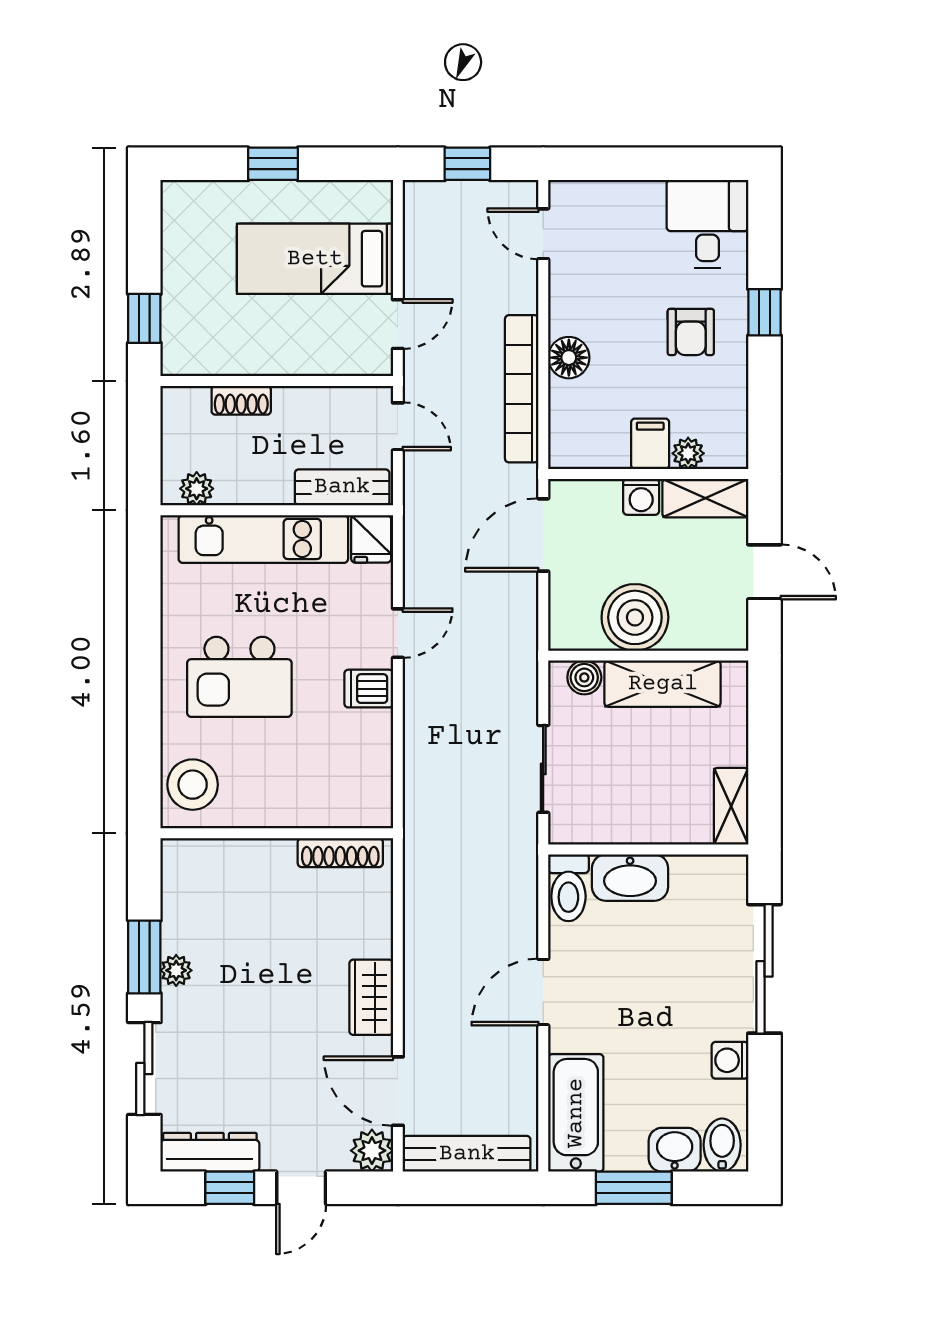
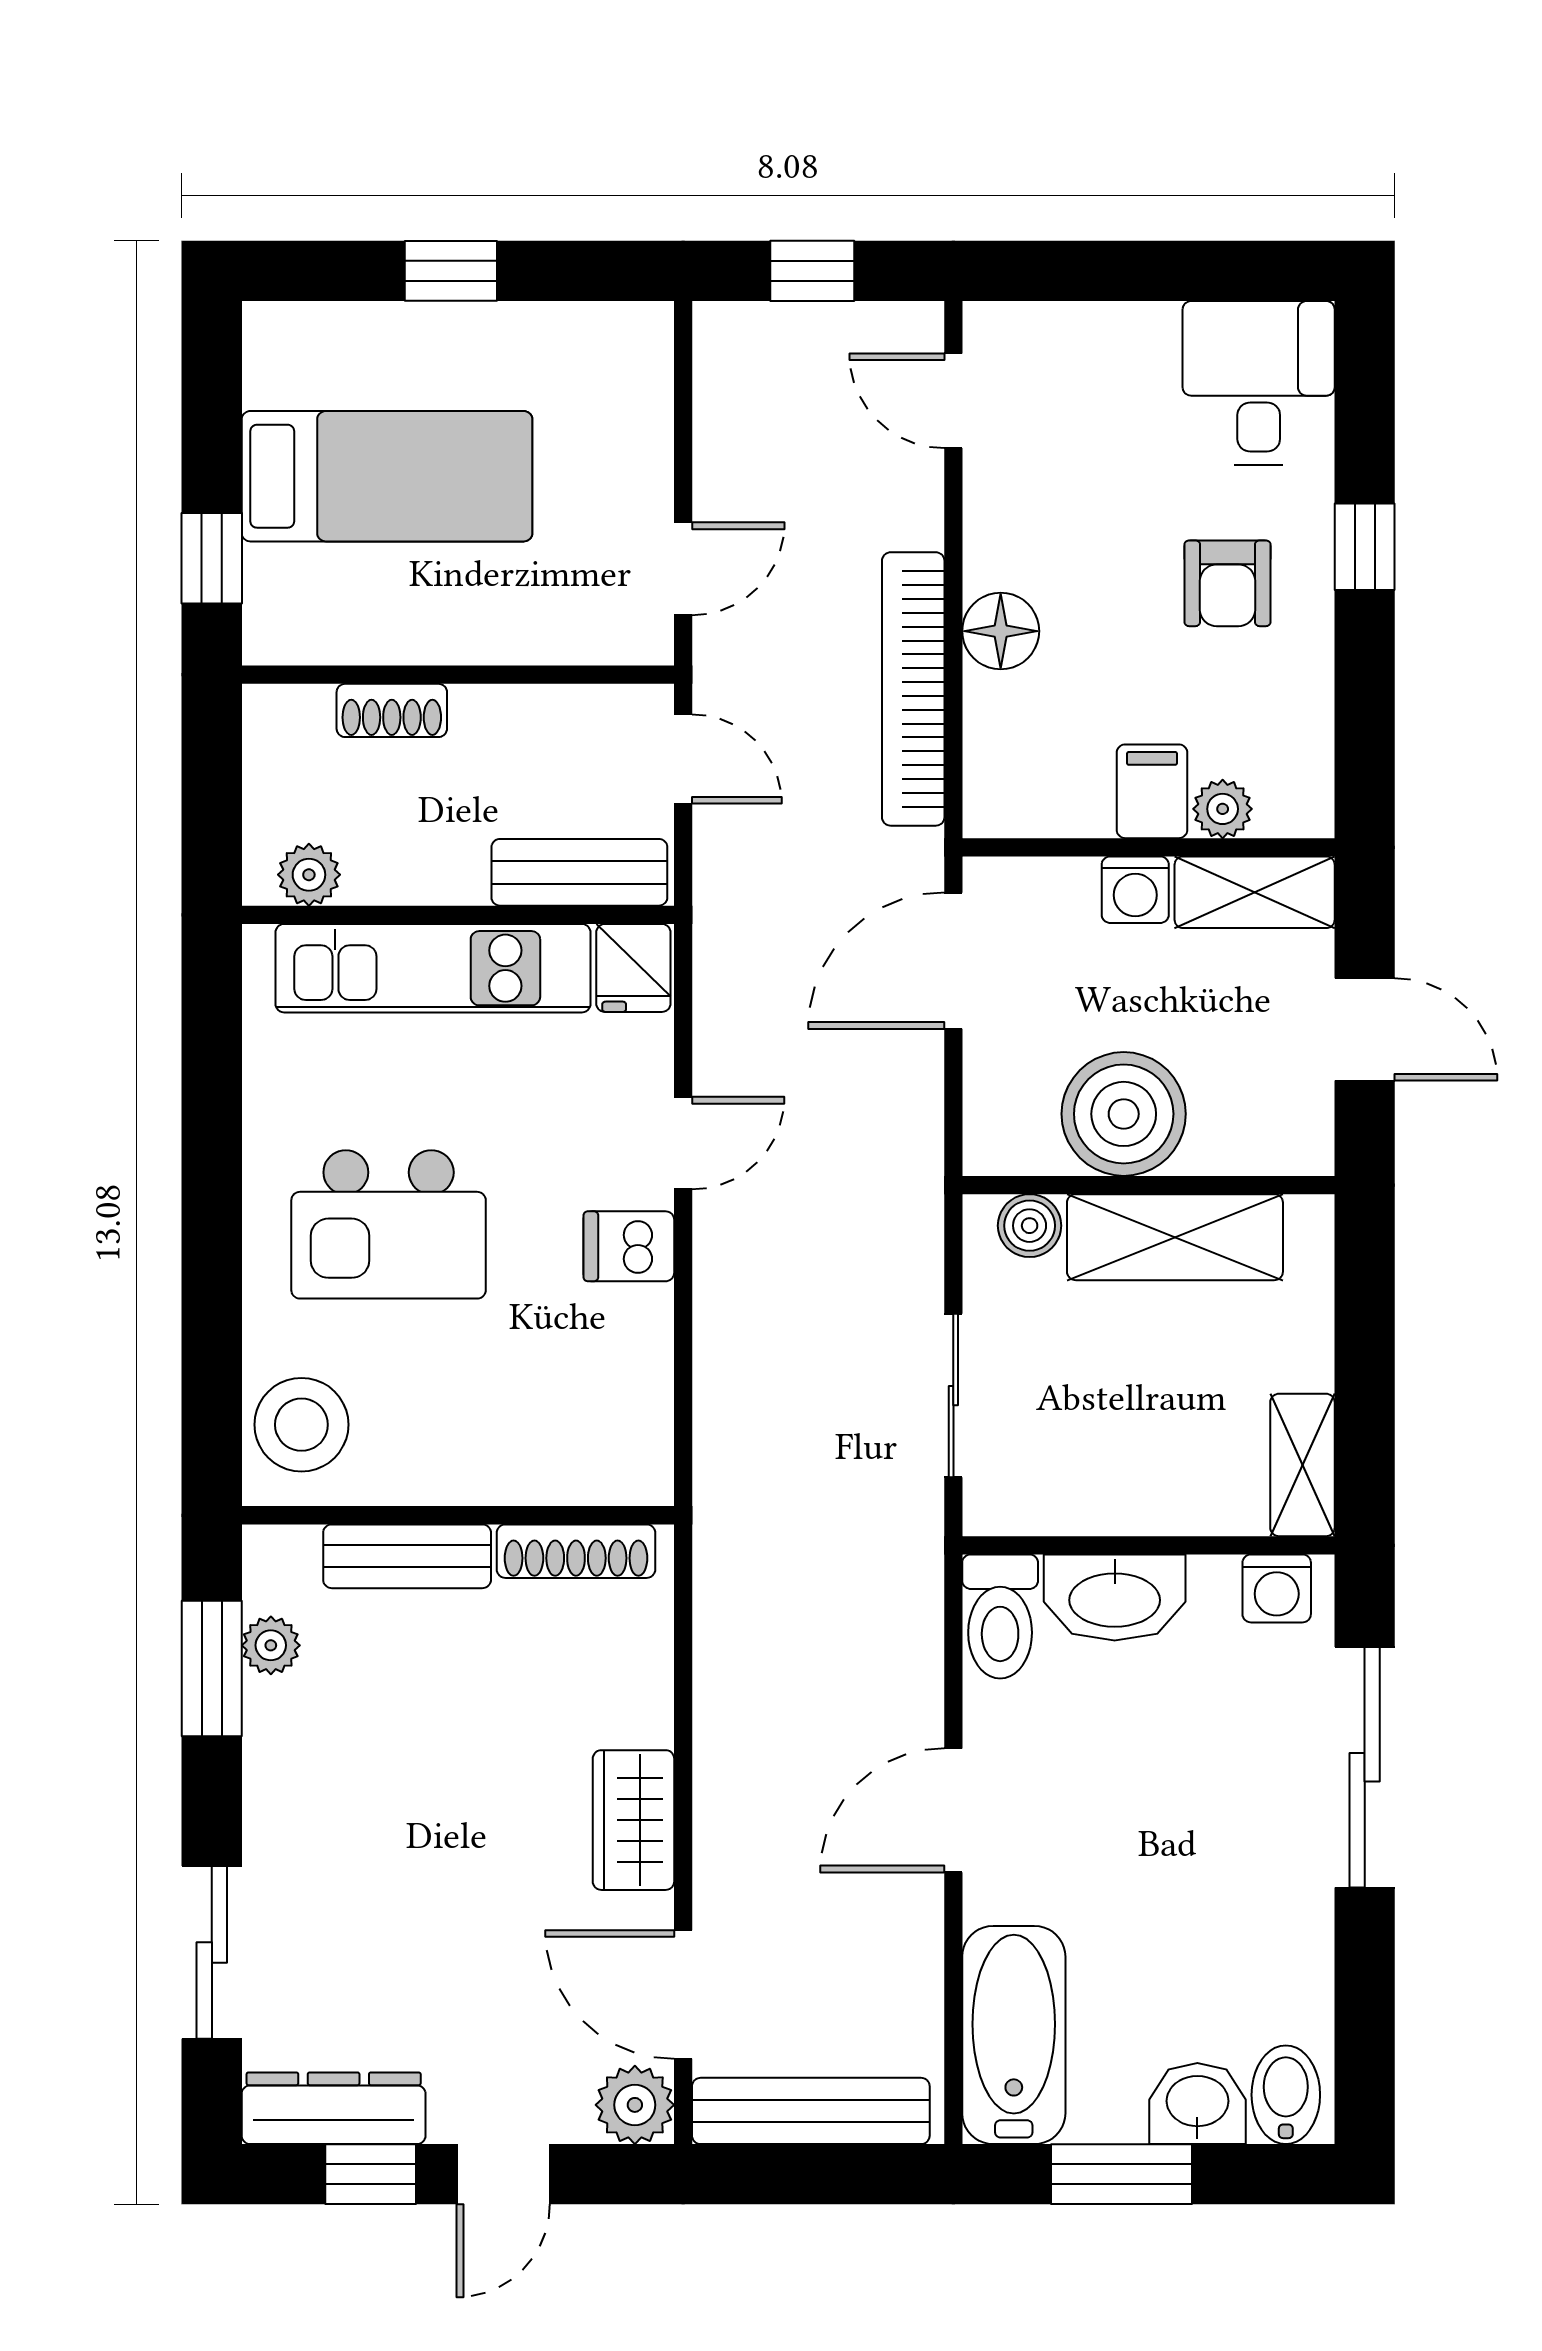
bed: (315, 259) -> (387, 476), moved, turned 180
bench: (249, 855) -> (407, 1556), added
window: (144, 957) -> (212, 1668), moved
plant: (176, 970) -> (271, 1645), moved
washing machine: (730, 1060) -> (1277, 1588), moved, turned -90

